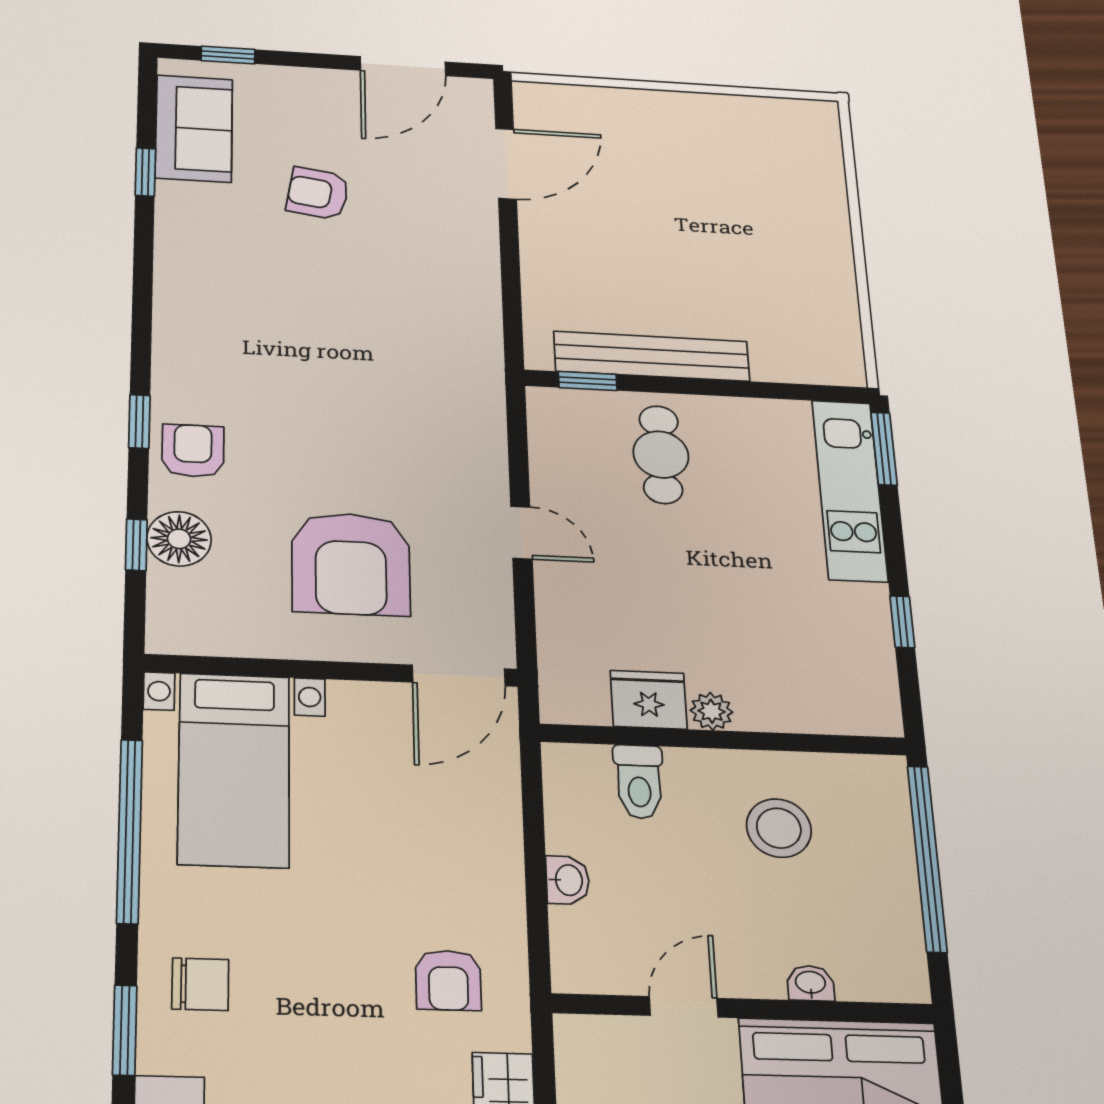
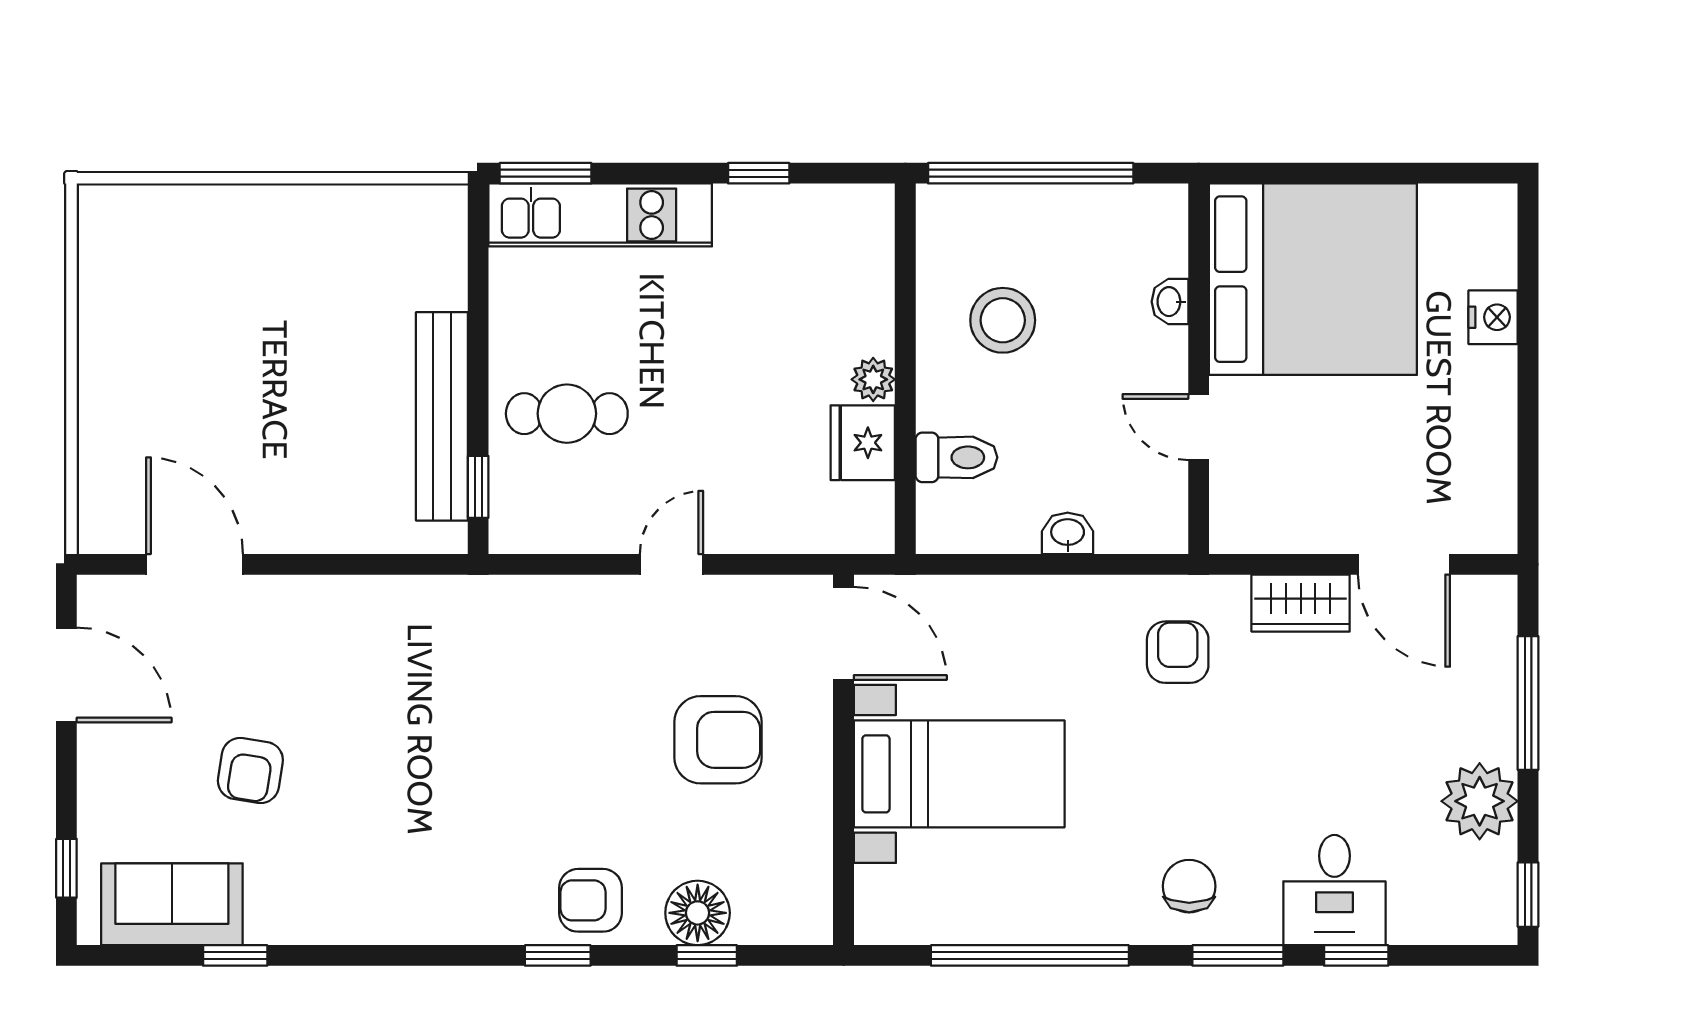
armchair: (351, 564) -> (718, 740), width x0.73, depth x0.73
bed with nightstands: (234, 770) -> (959, 774), moved
armchair: (448, 980) -> (1178, 652), turned -90

